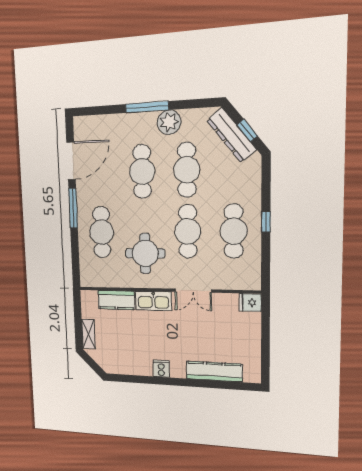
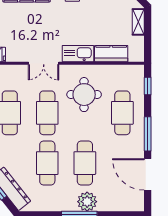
plant: (169, 122) -> (87, 202), moved
door: (71, 161) -> (148, 174), hinge flipped
window: (76, 263) -> (148, 86), added
double door: (193, 291) -> (44, 63), swing flipped

